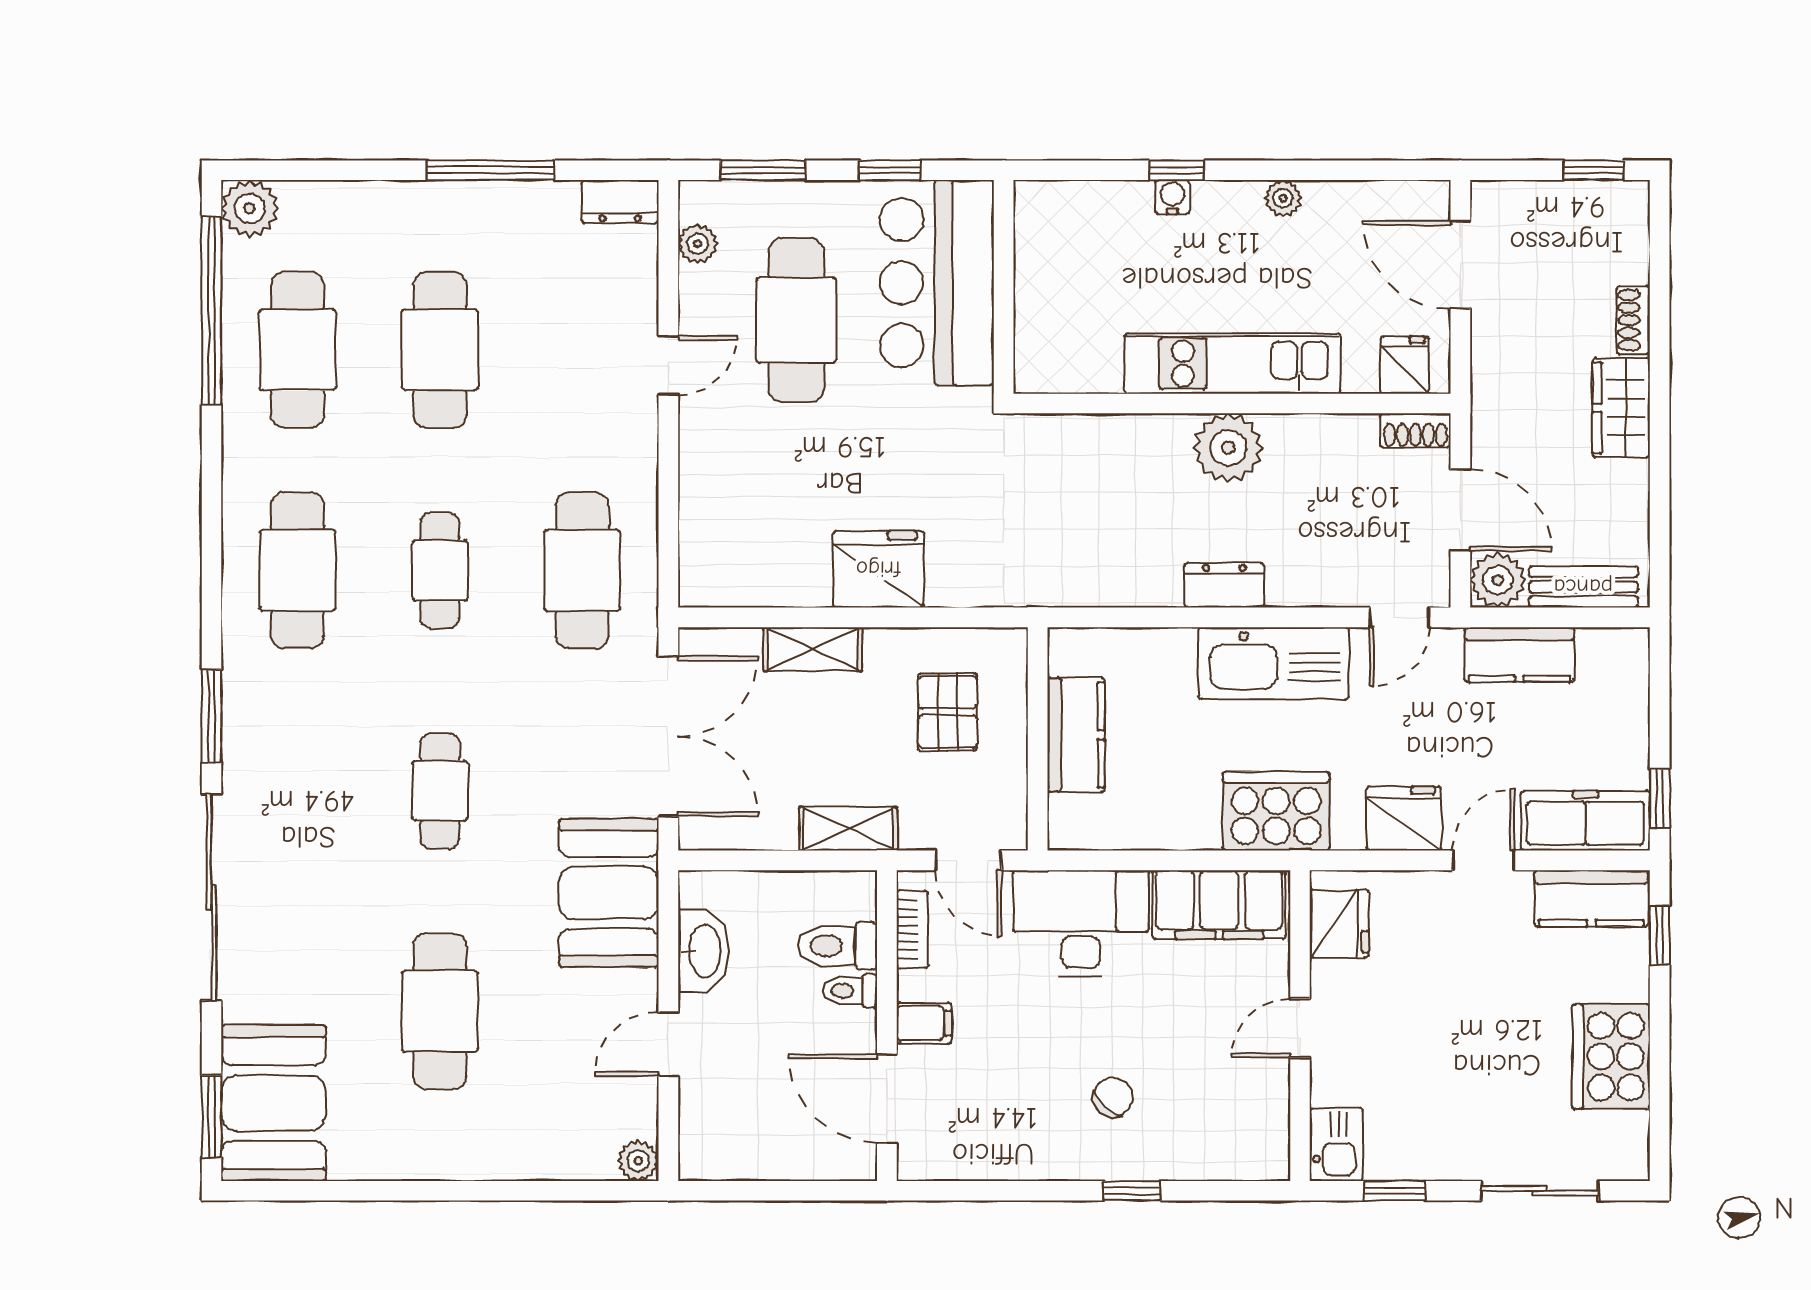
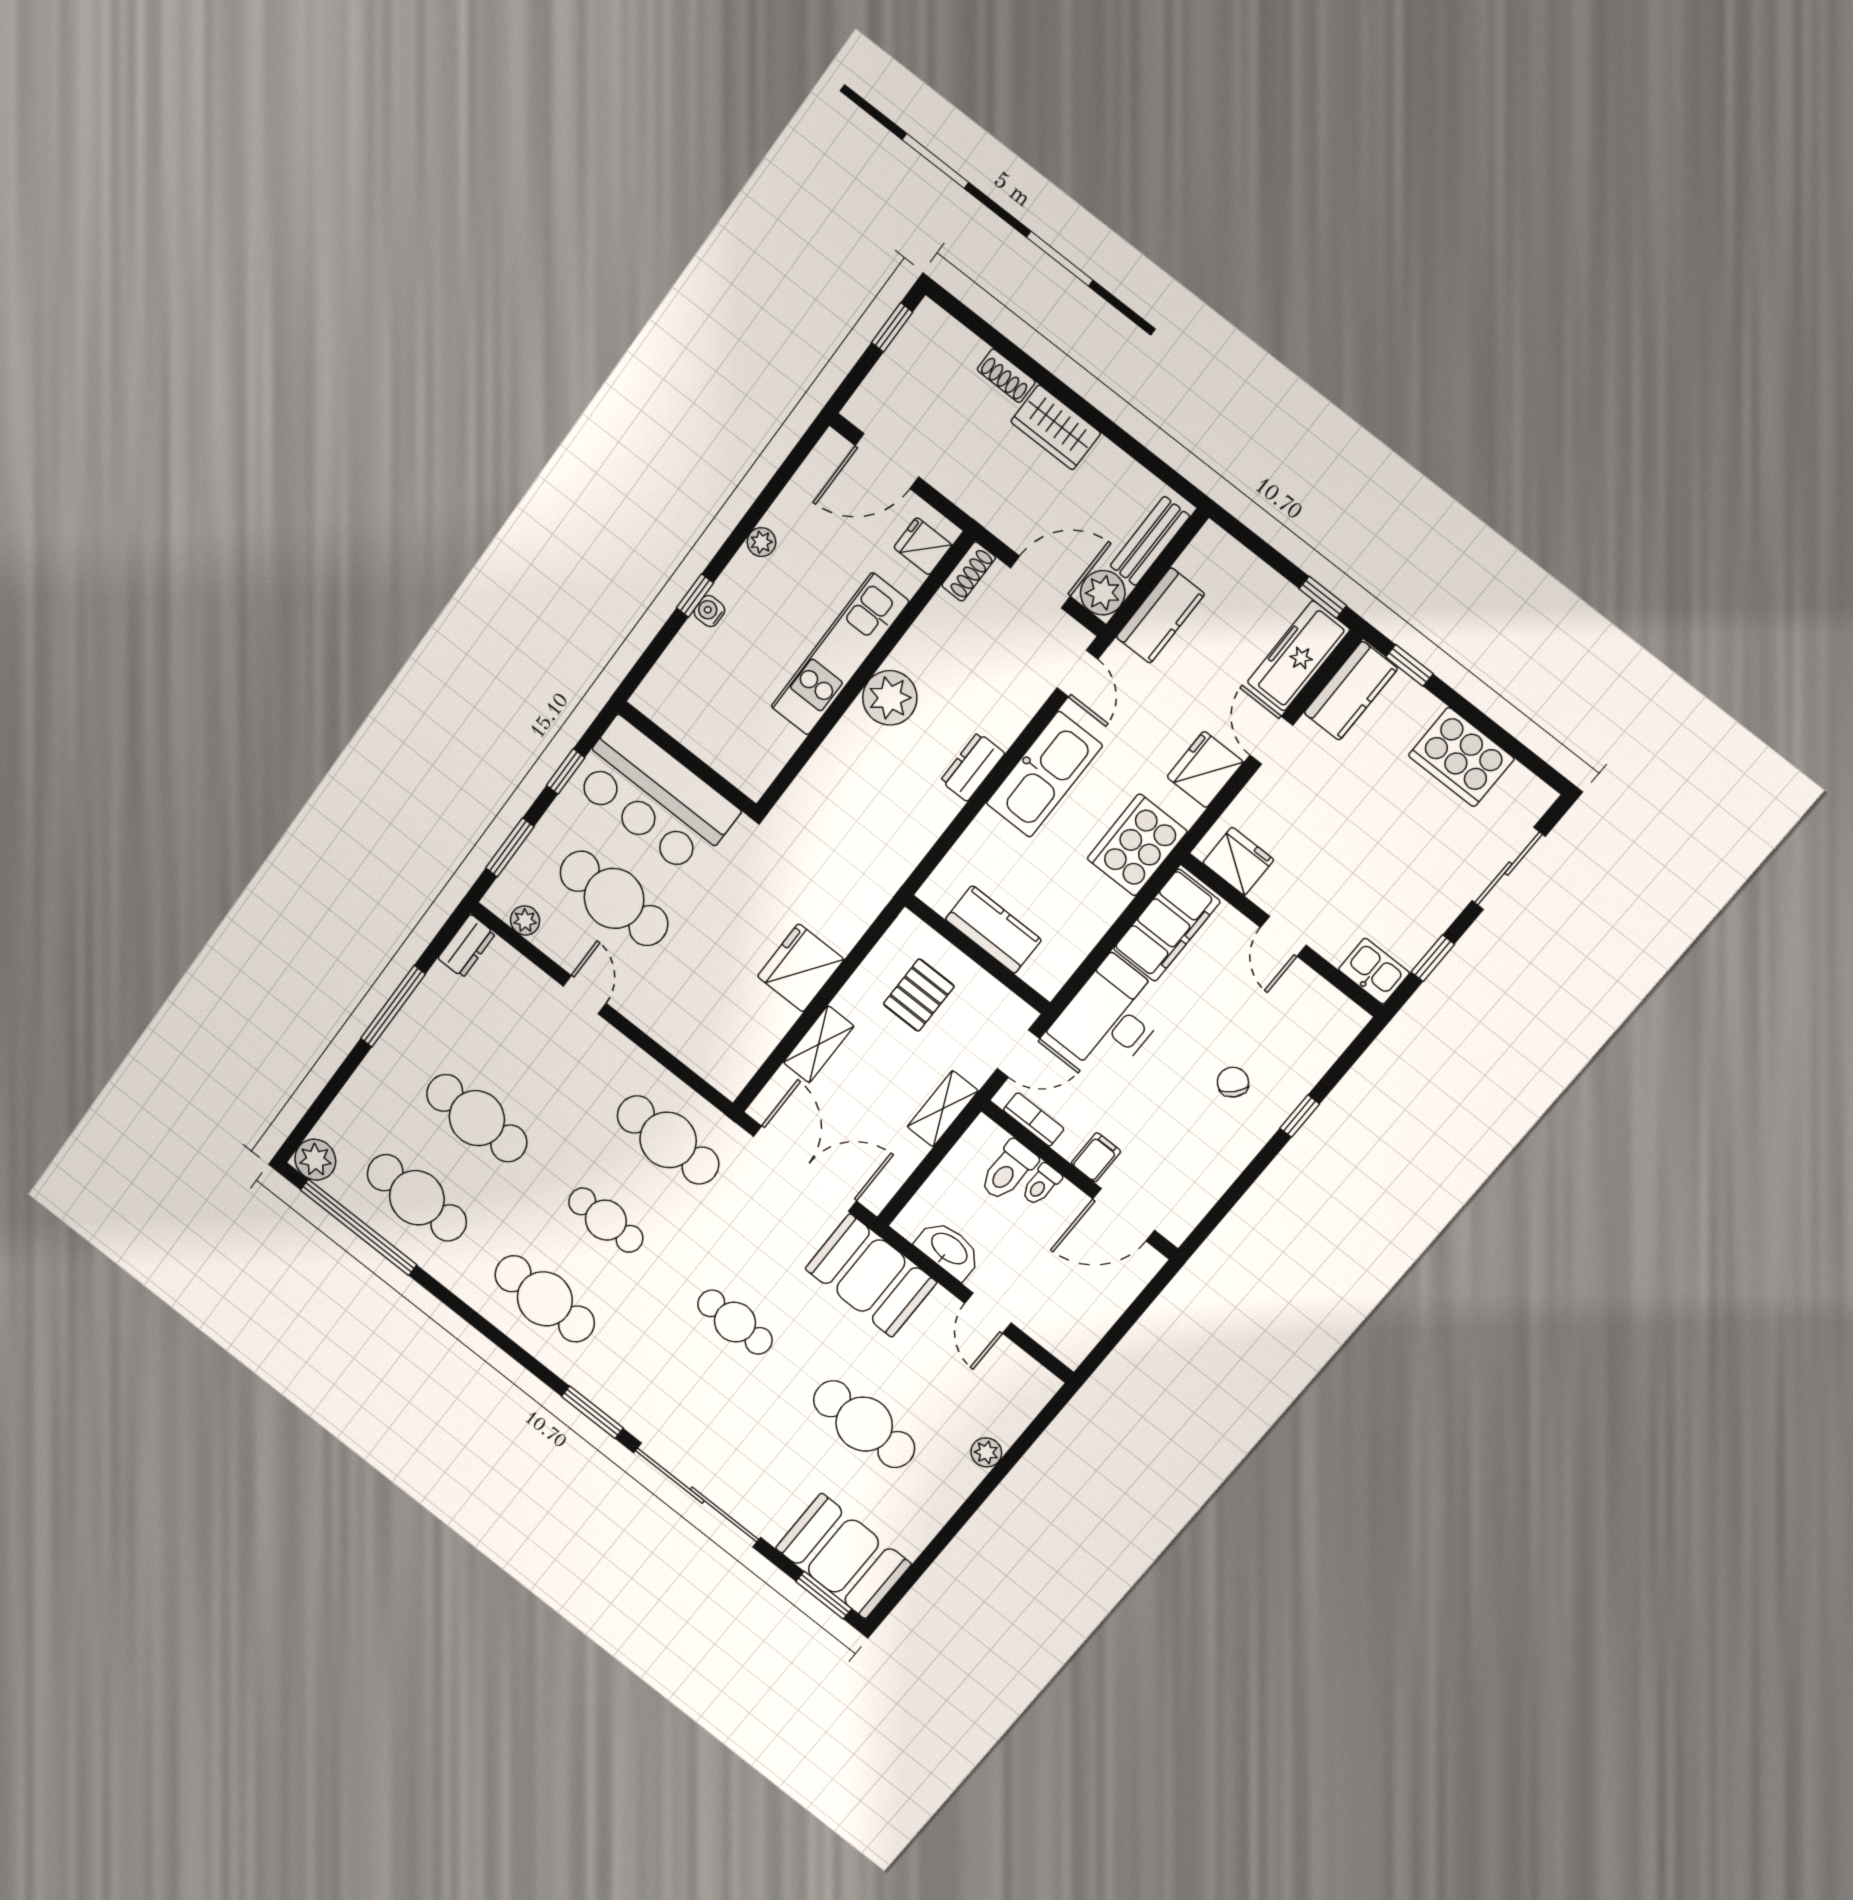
pallet: (947, 712) -> (919, 995), turned 90
plant: (638, 1161) -> (986, 1452), moved

